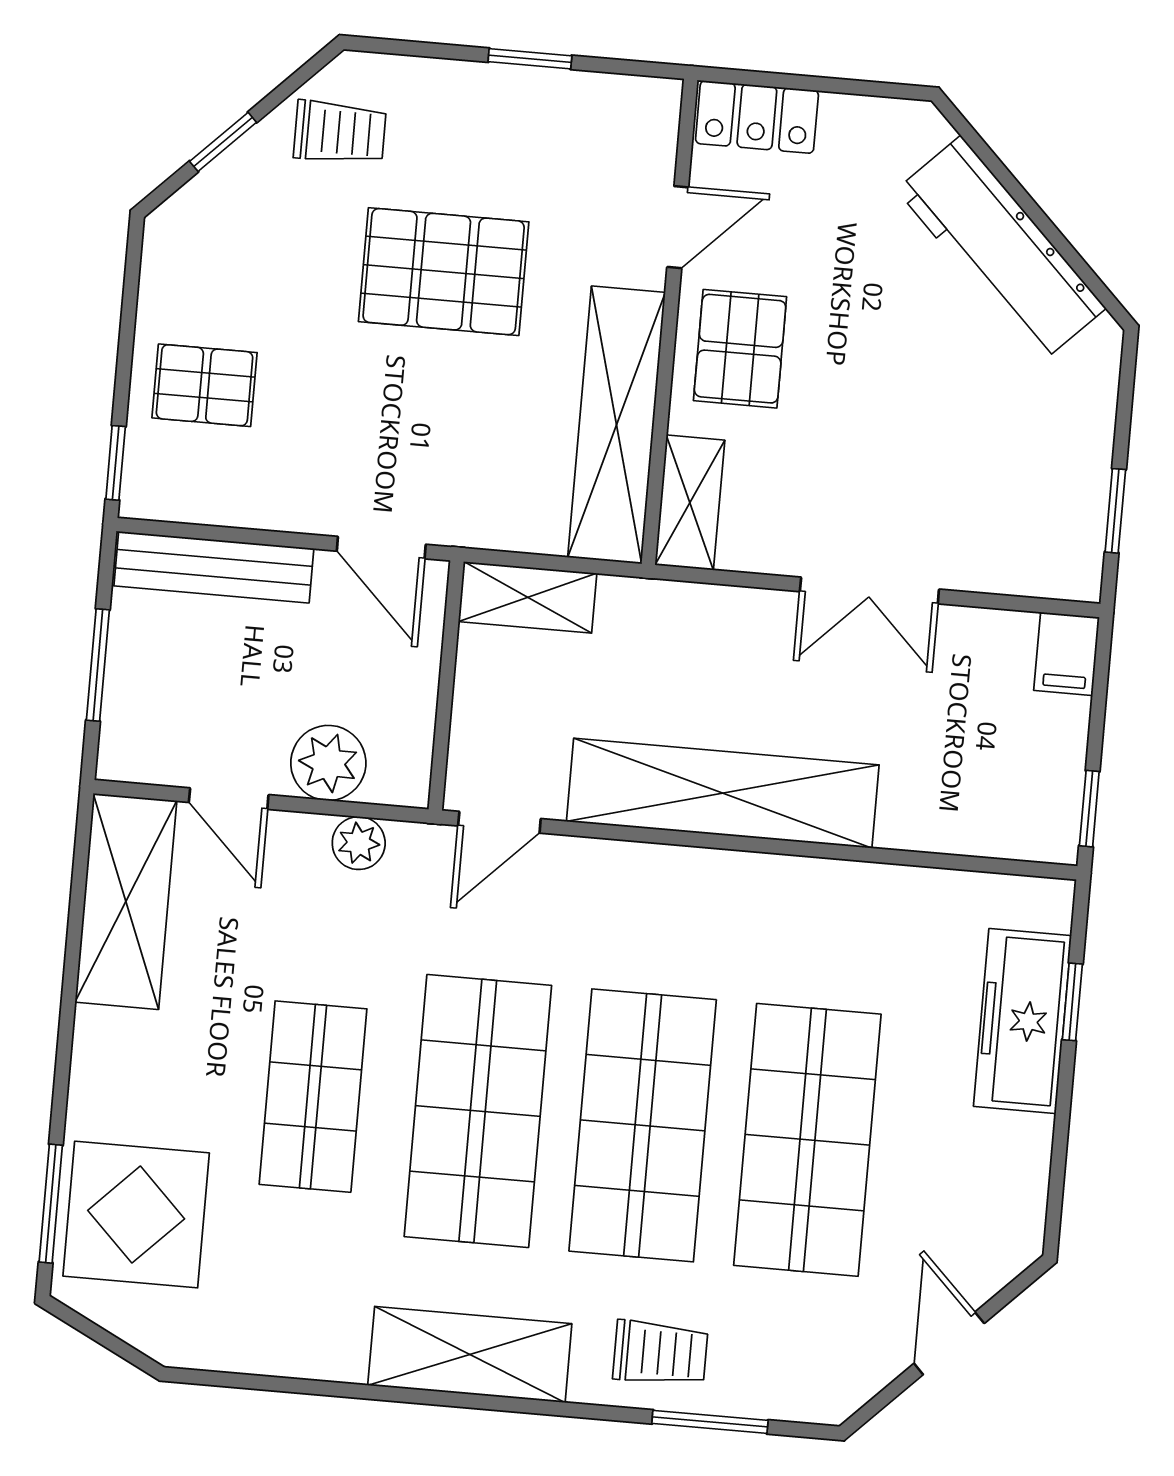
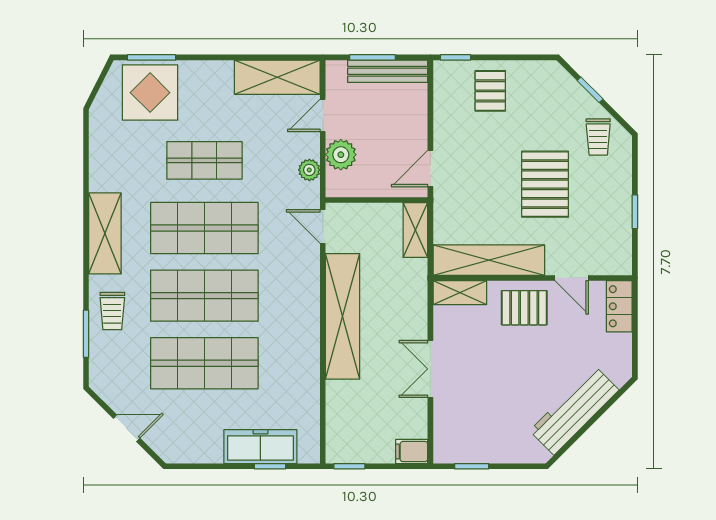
bench: (214, 567) -> (388, 71), moved, turned 90

